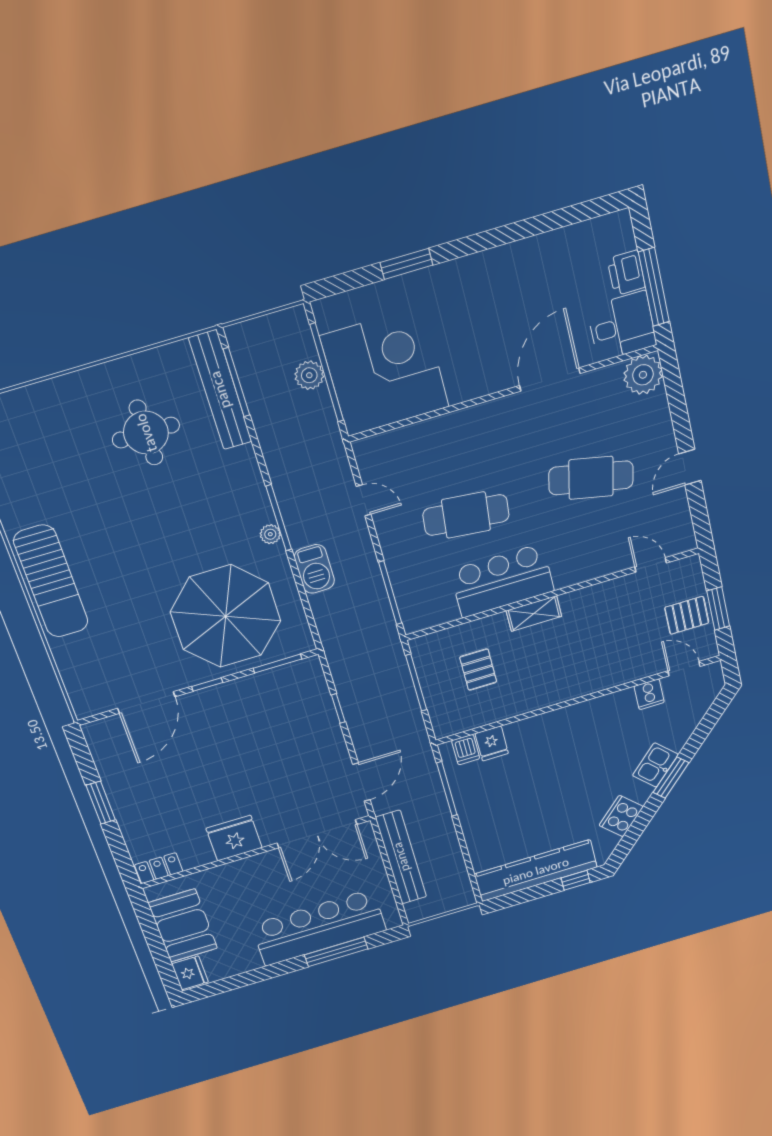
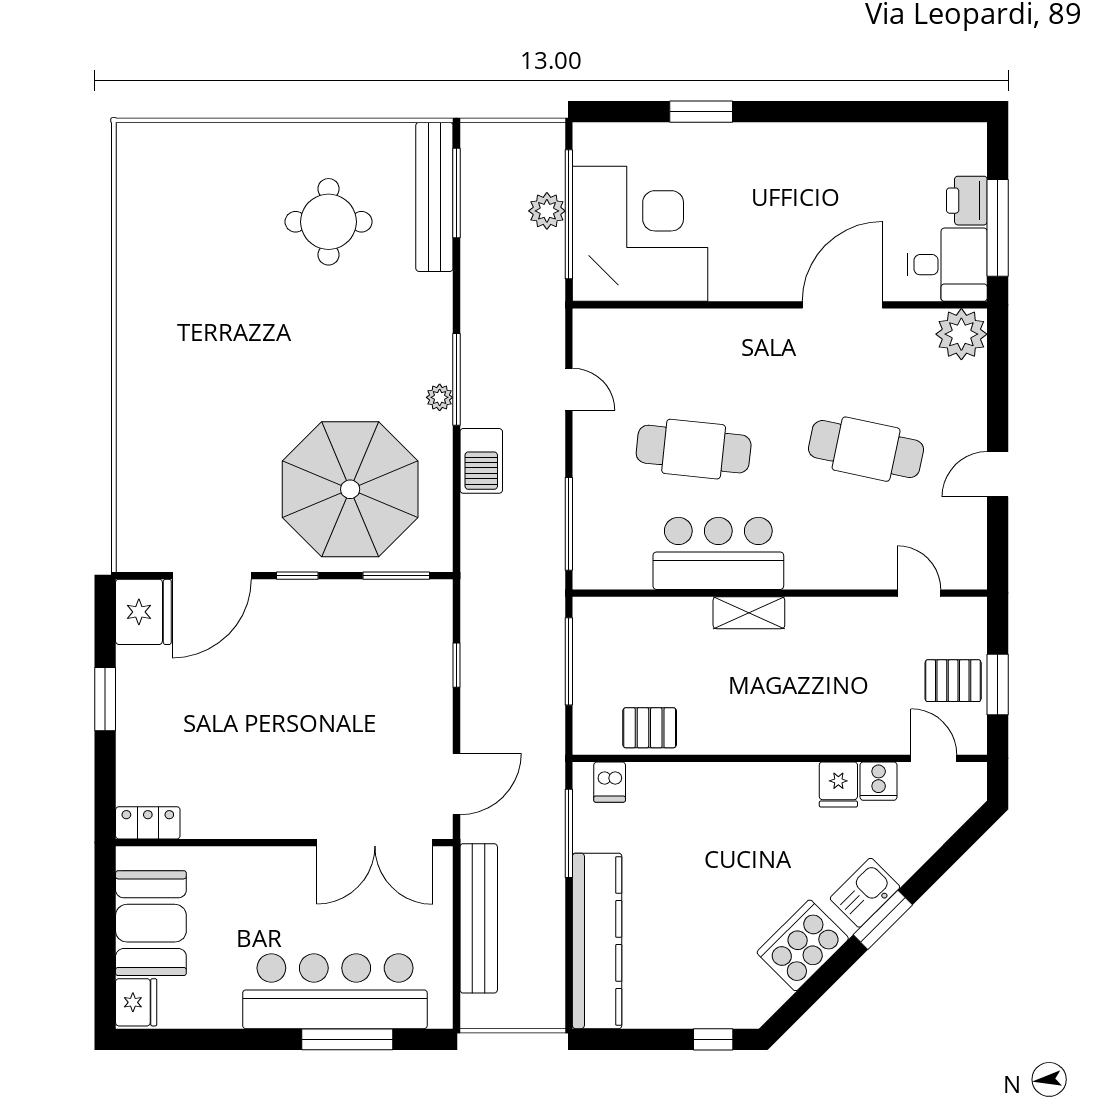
sun lounger: (51, 581) -> (149, 374), removed
pallet: (478, 670) -> (650, 728), moved, turned 90
fridge: (492, 743) -> (838, 784), moved
cooker: (621, 816) -> (803, 945), width x1.37, depth x1.31
fridge: (234, 838) -> (143, 612), moved, turned 90
kitchen counter: (536, 871) -> (597, 941), moved, turned 90

